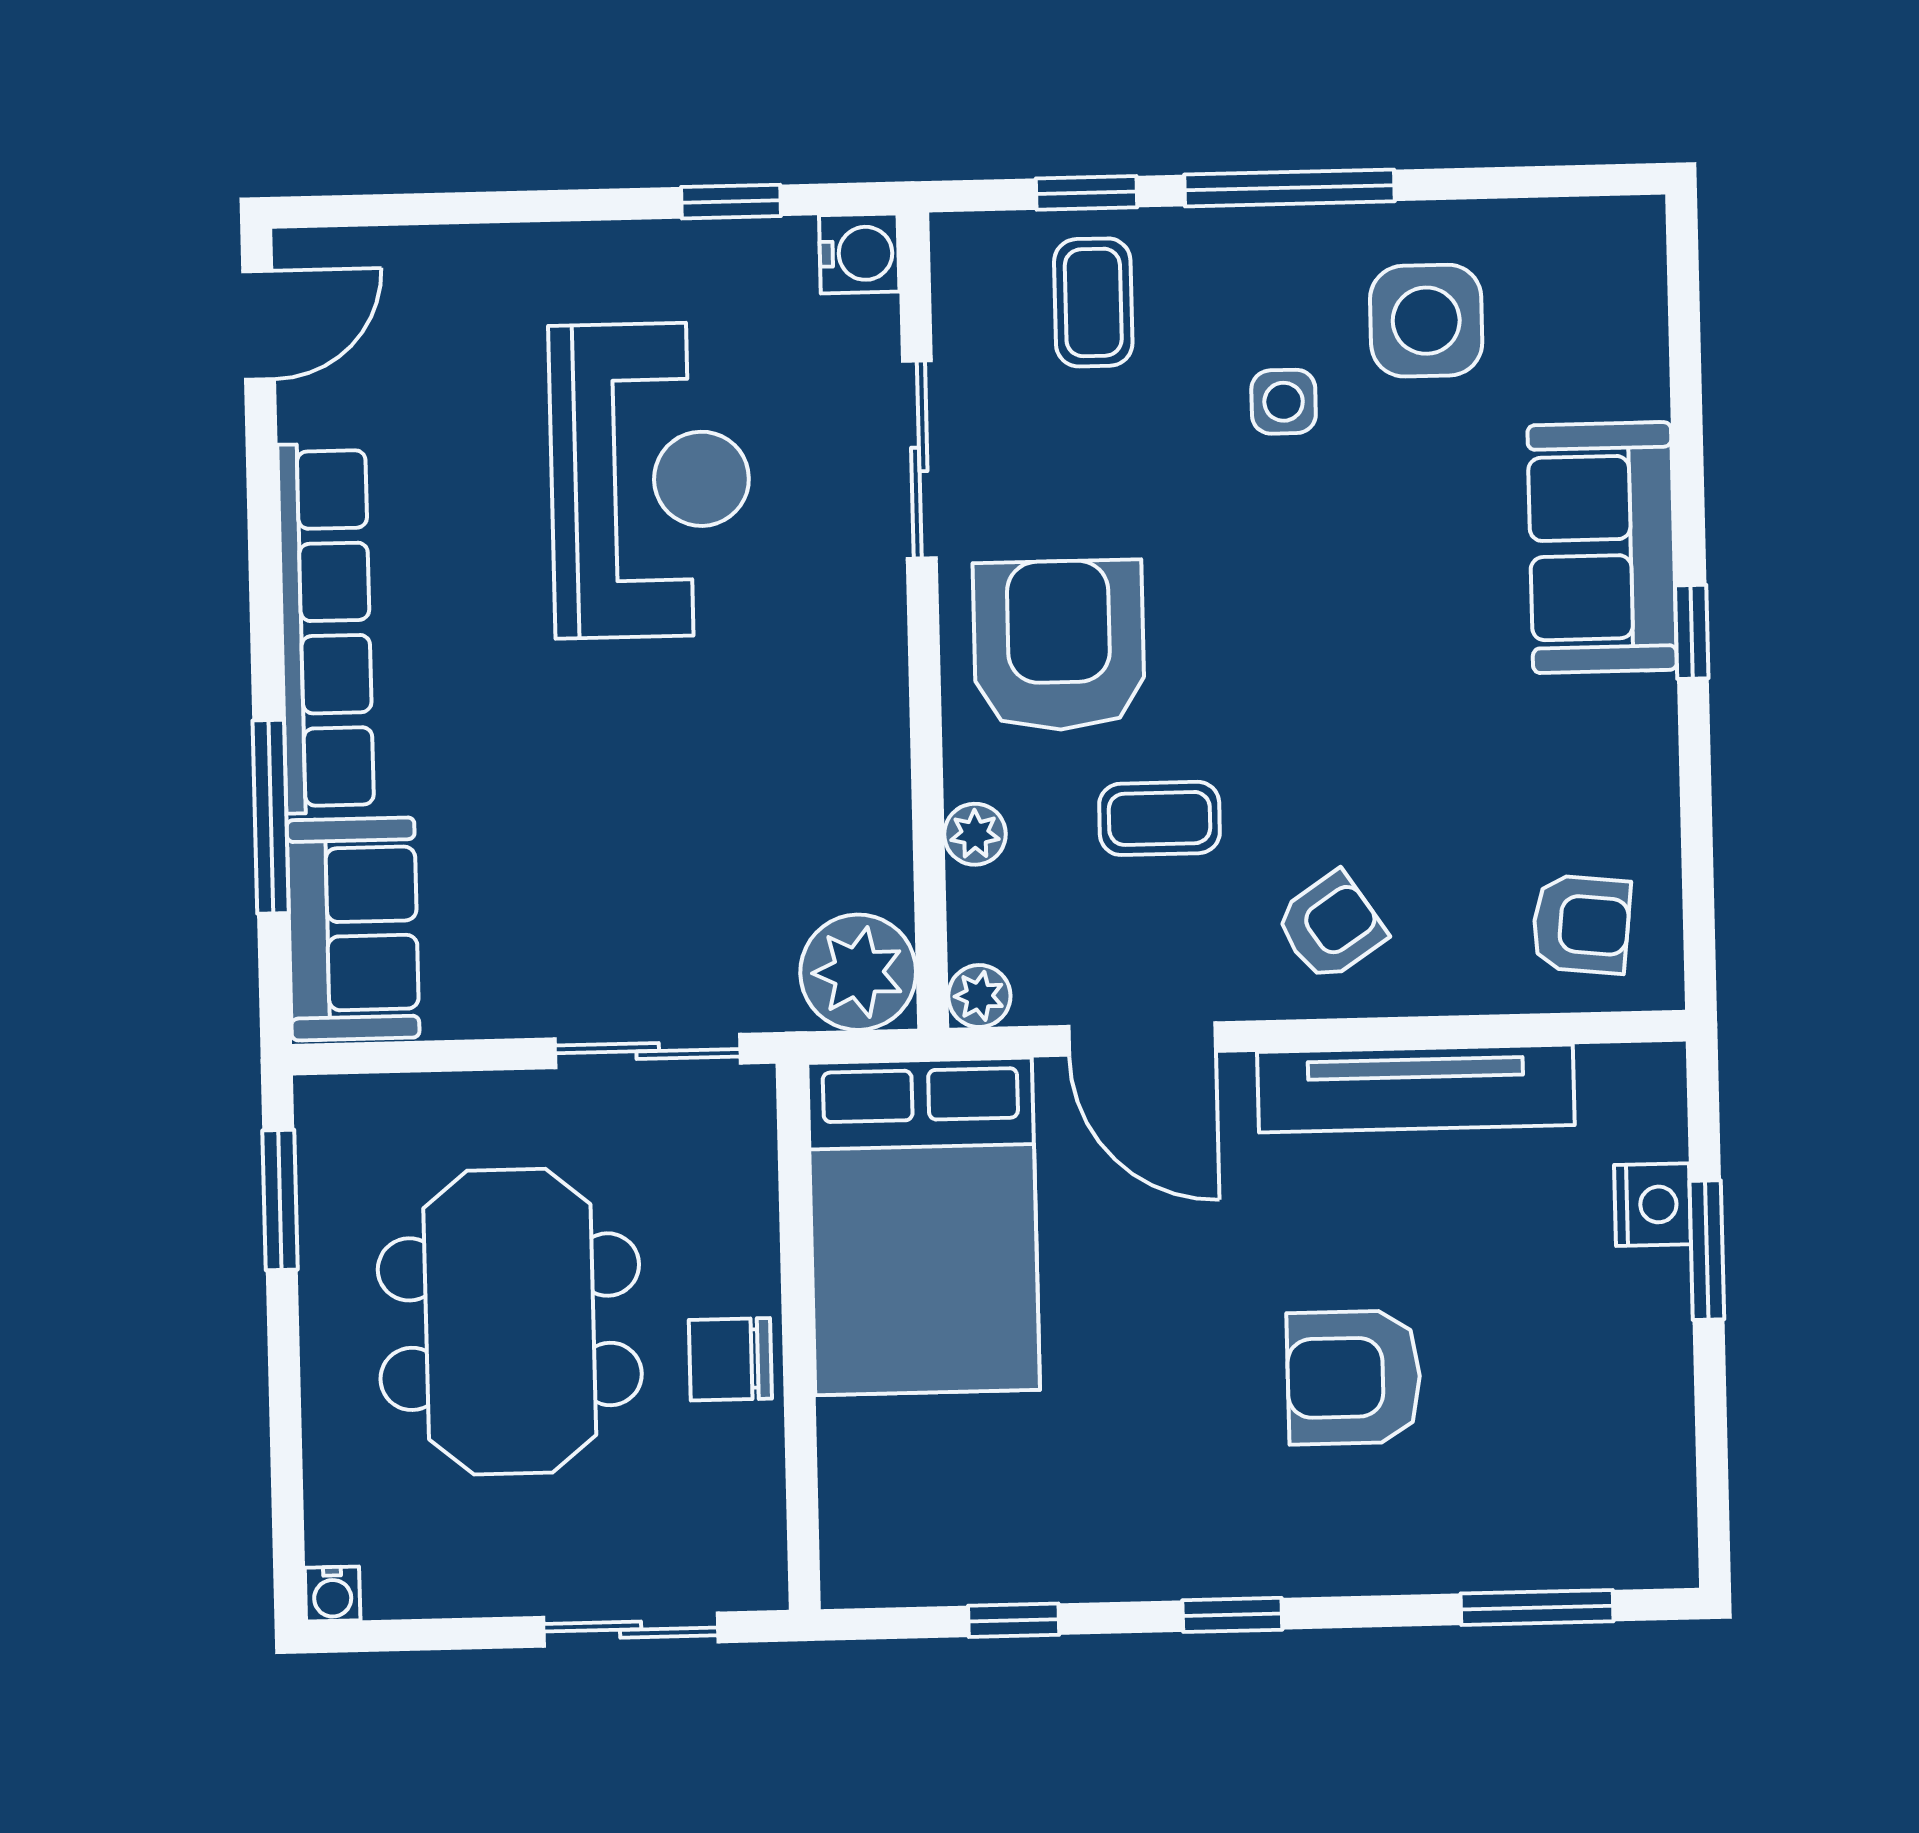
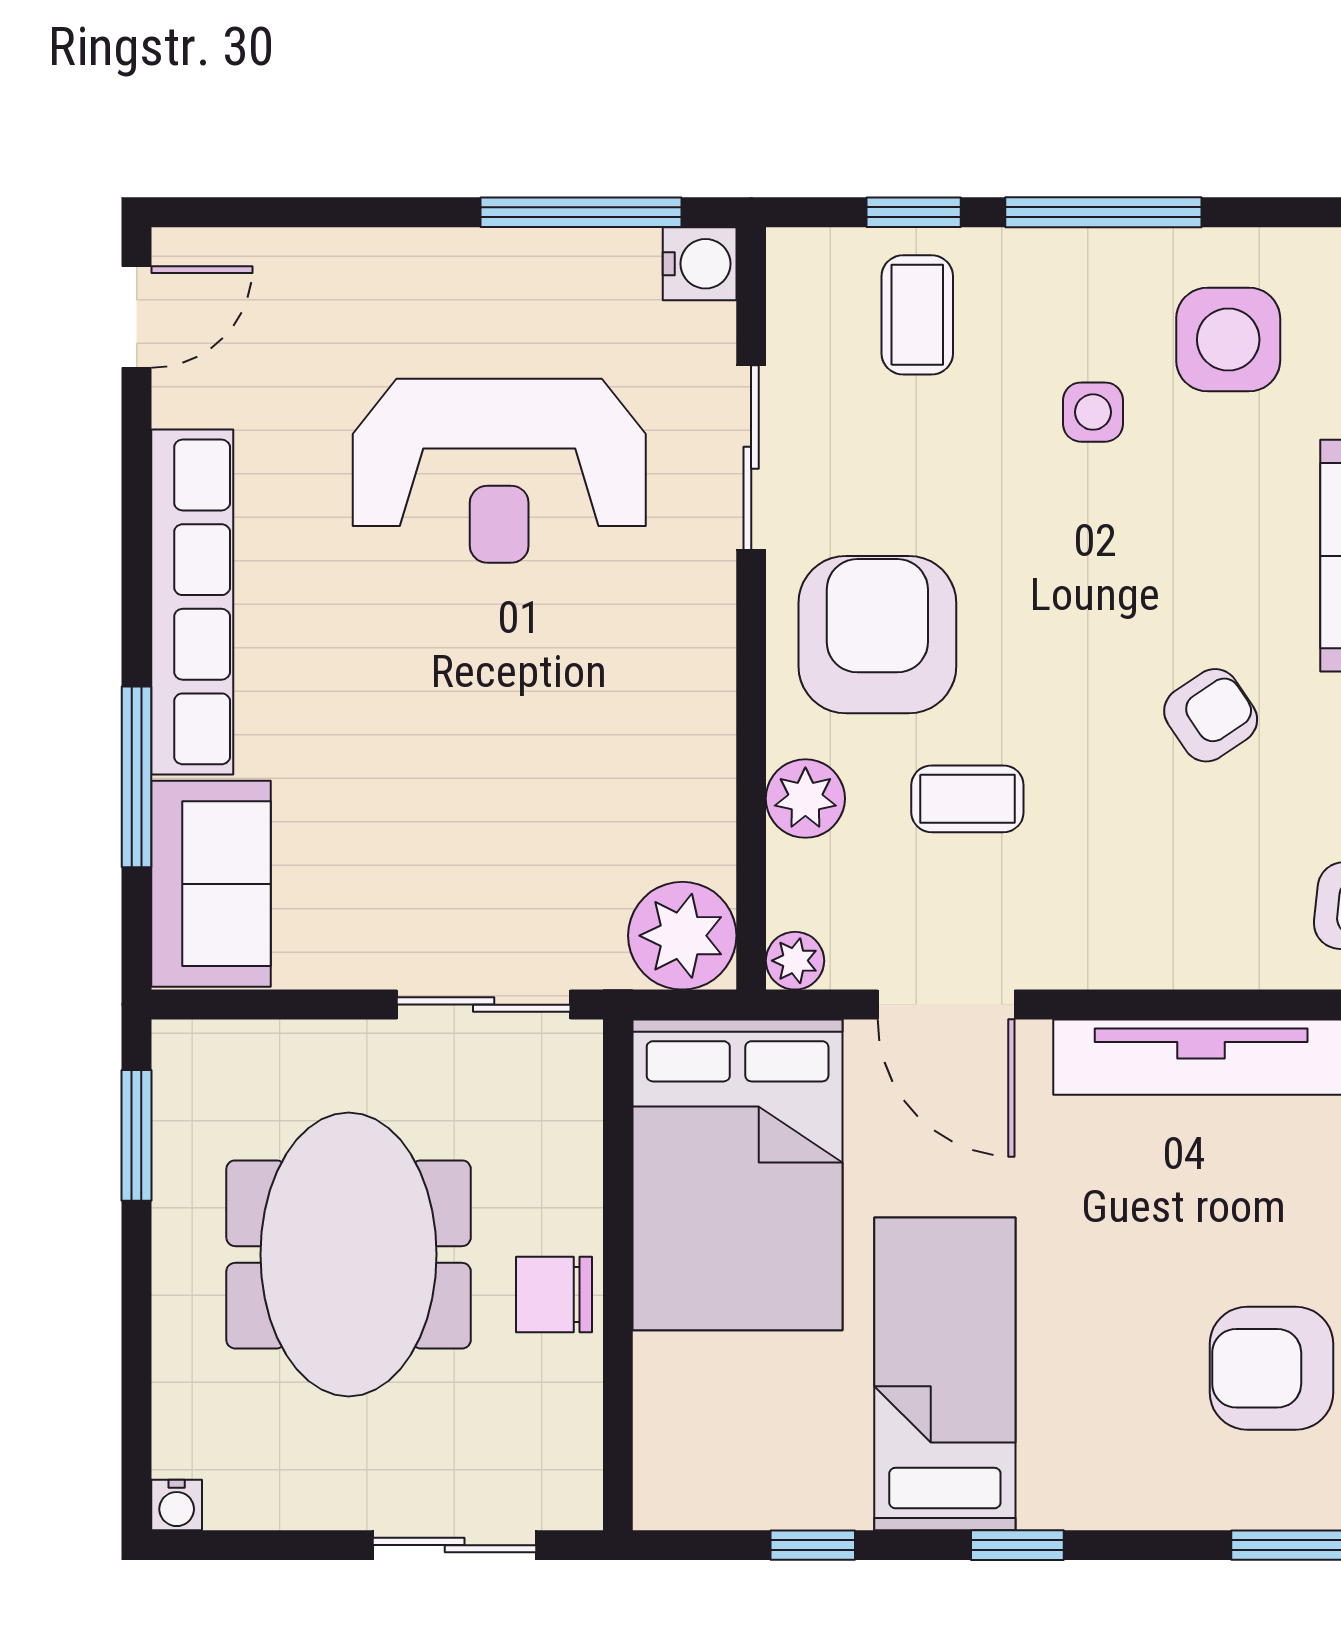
window: (731, 202) -> (581, 212), width x2.17
reception desk: (650, 480) -> (499, 471), turned 90
plant: (975, 834) -> (805, 799), width x1.38, depth x1.38
armchair: (1330, 927) -> (1211, 715), moved
armchair: (1354, 1377) -> (1271, 1368), moved
bed: (1150, 1434) -> (945, 1374), added

